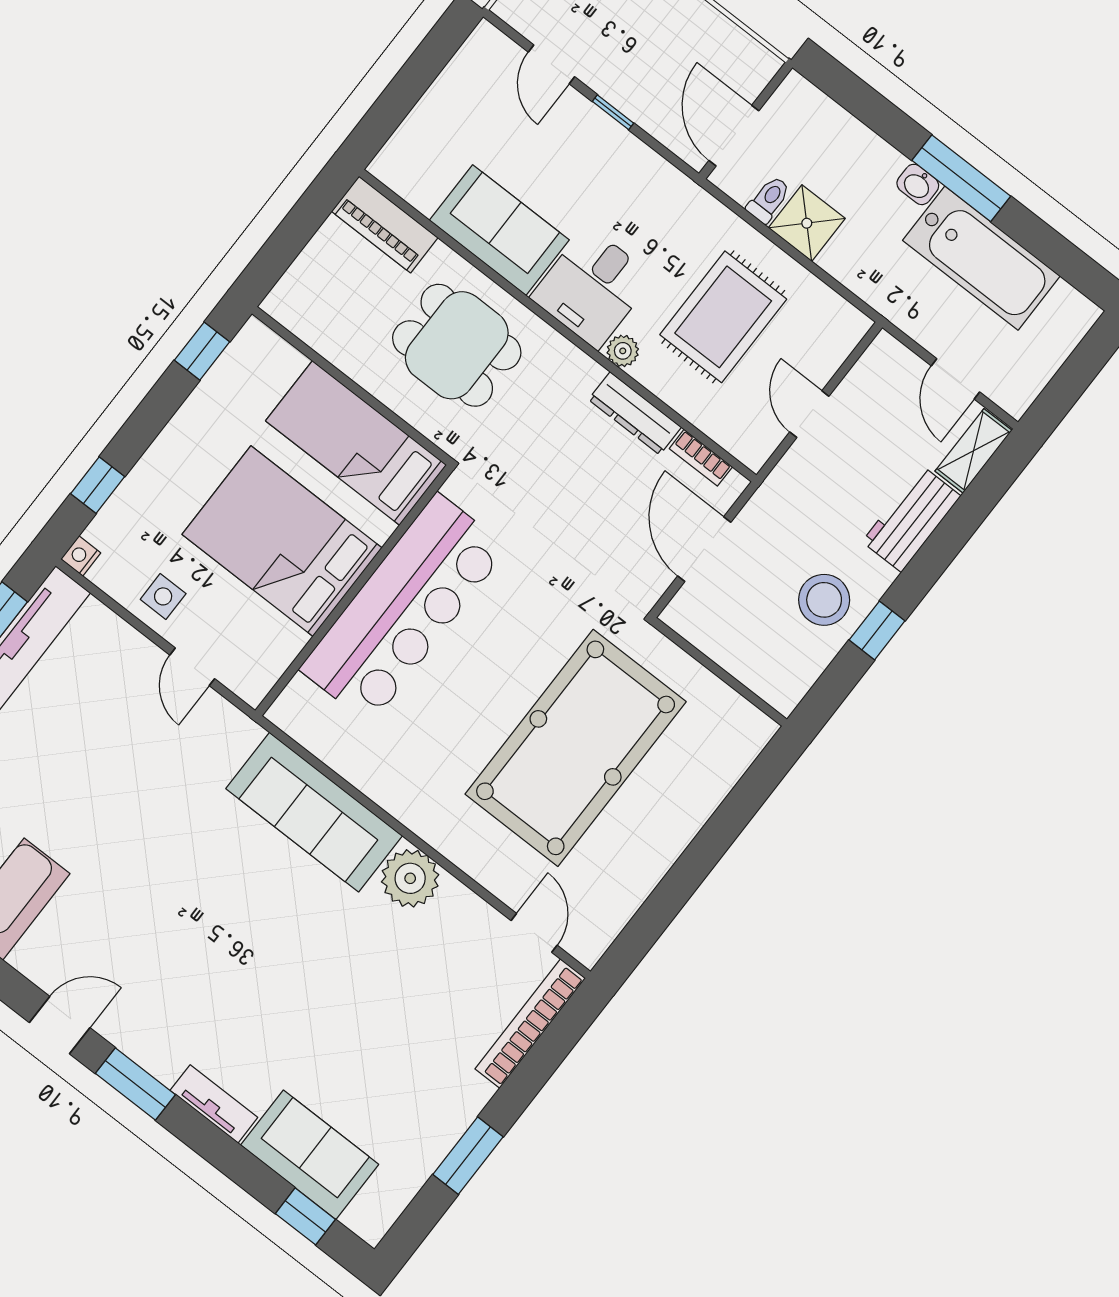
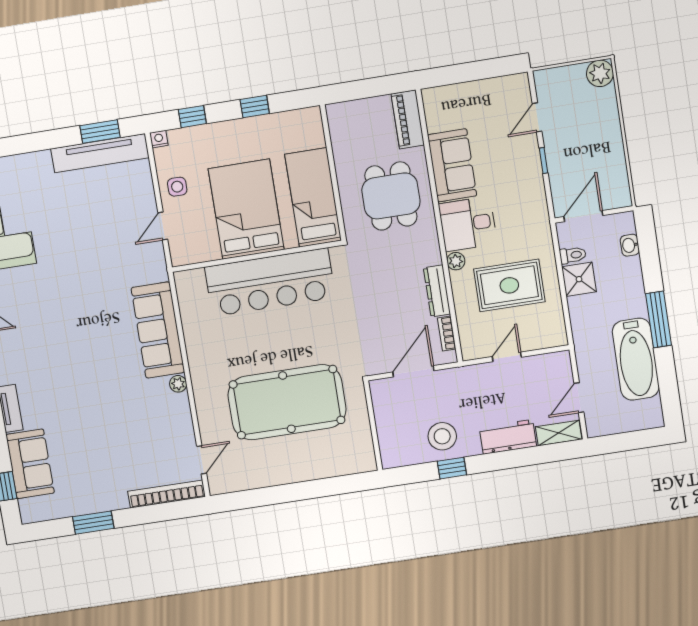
washbasin: (918, 184) -> (630, 245), moved
window: (202, 351) -> (255, 106), moved
plant: (410, 878) -> (178, 384), width x0.53, depth x0.53

